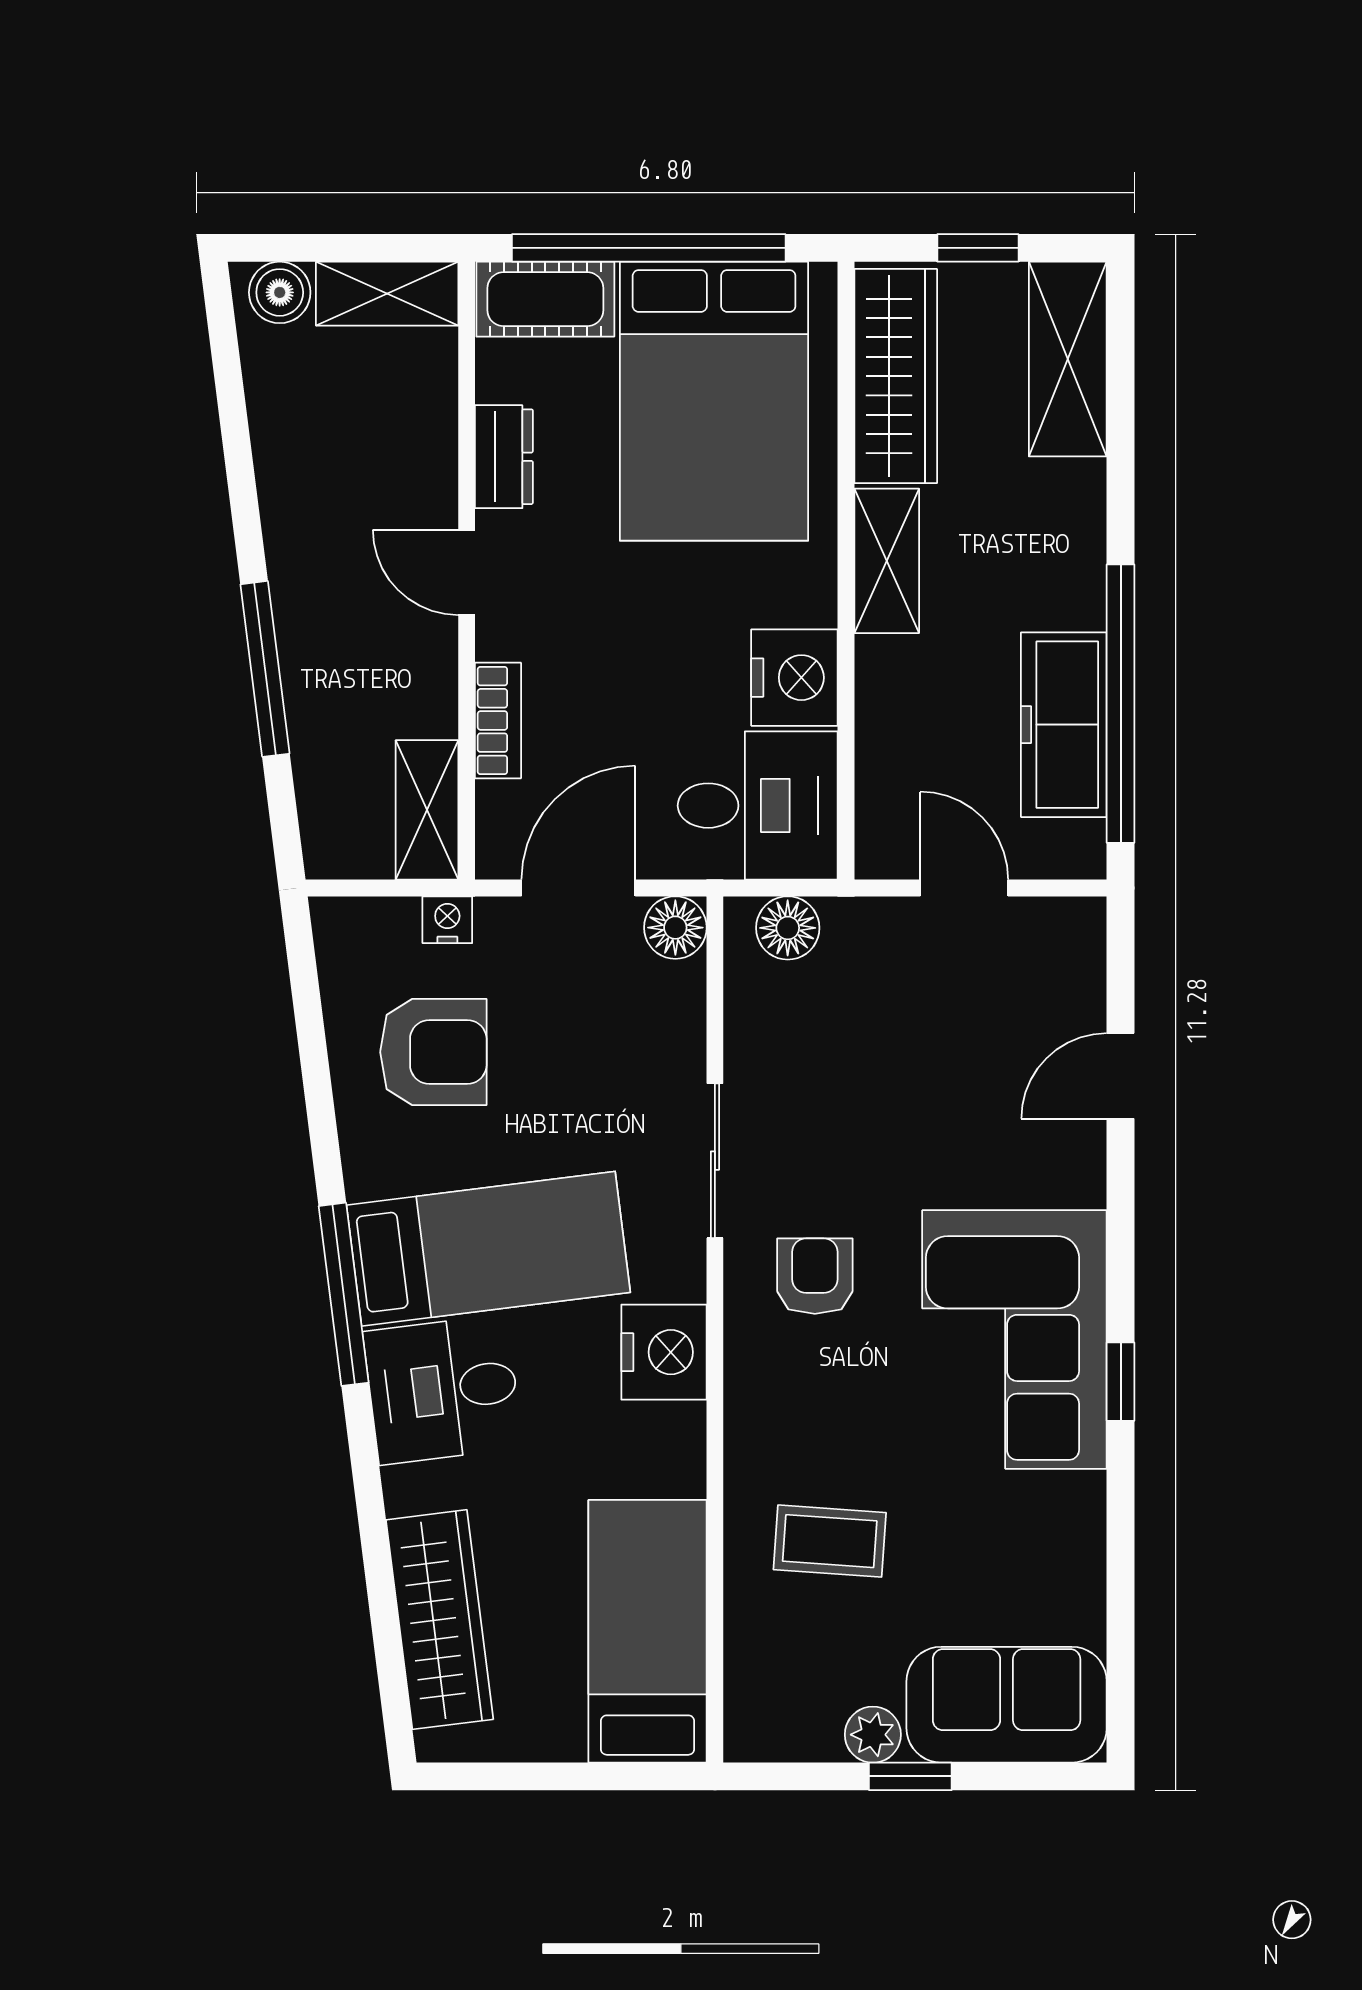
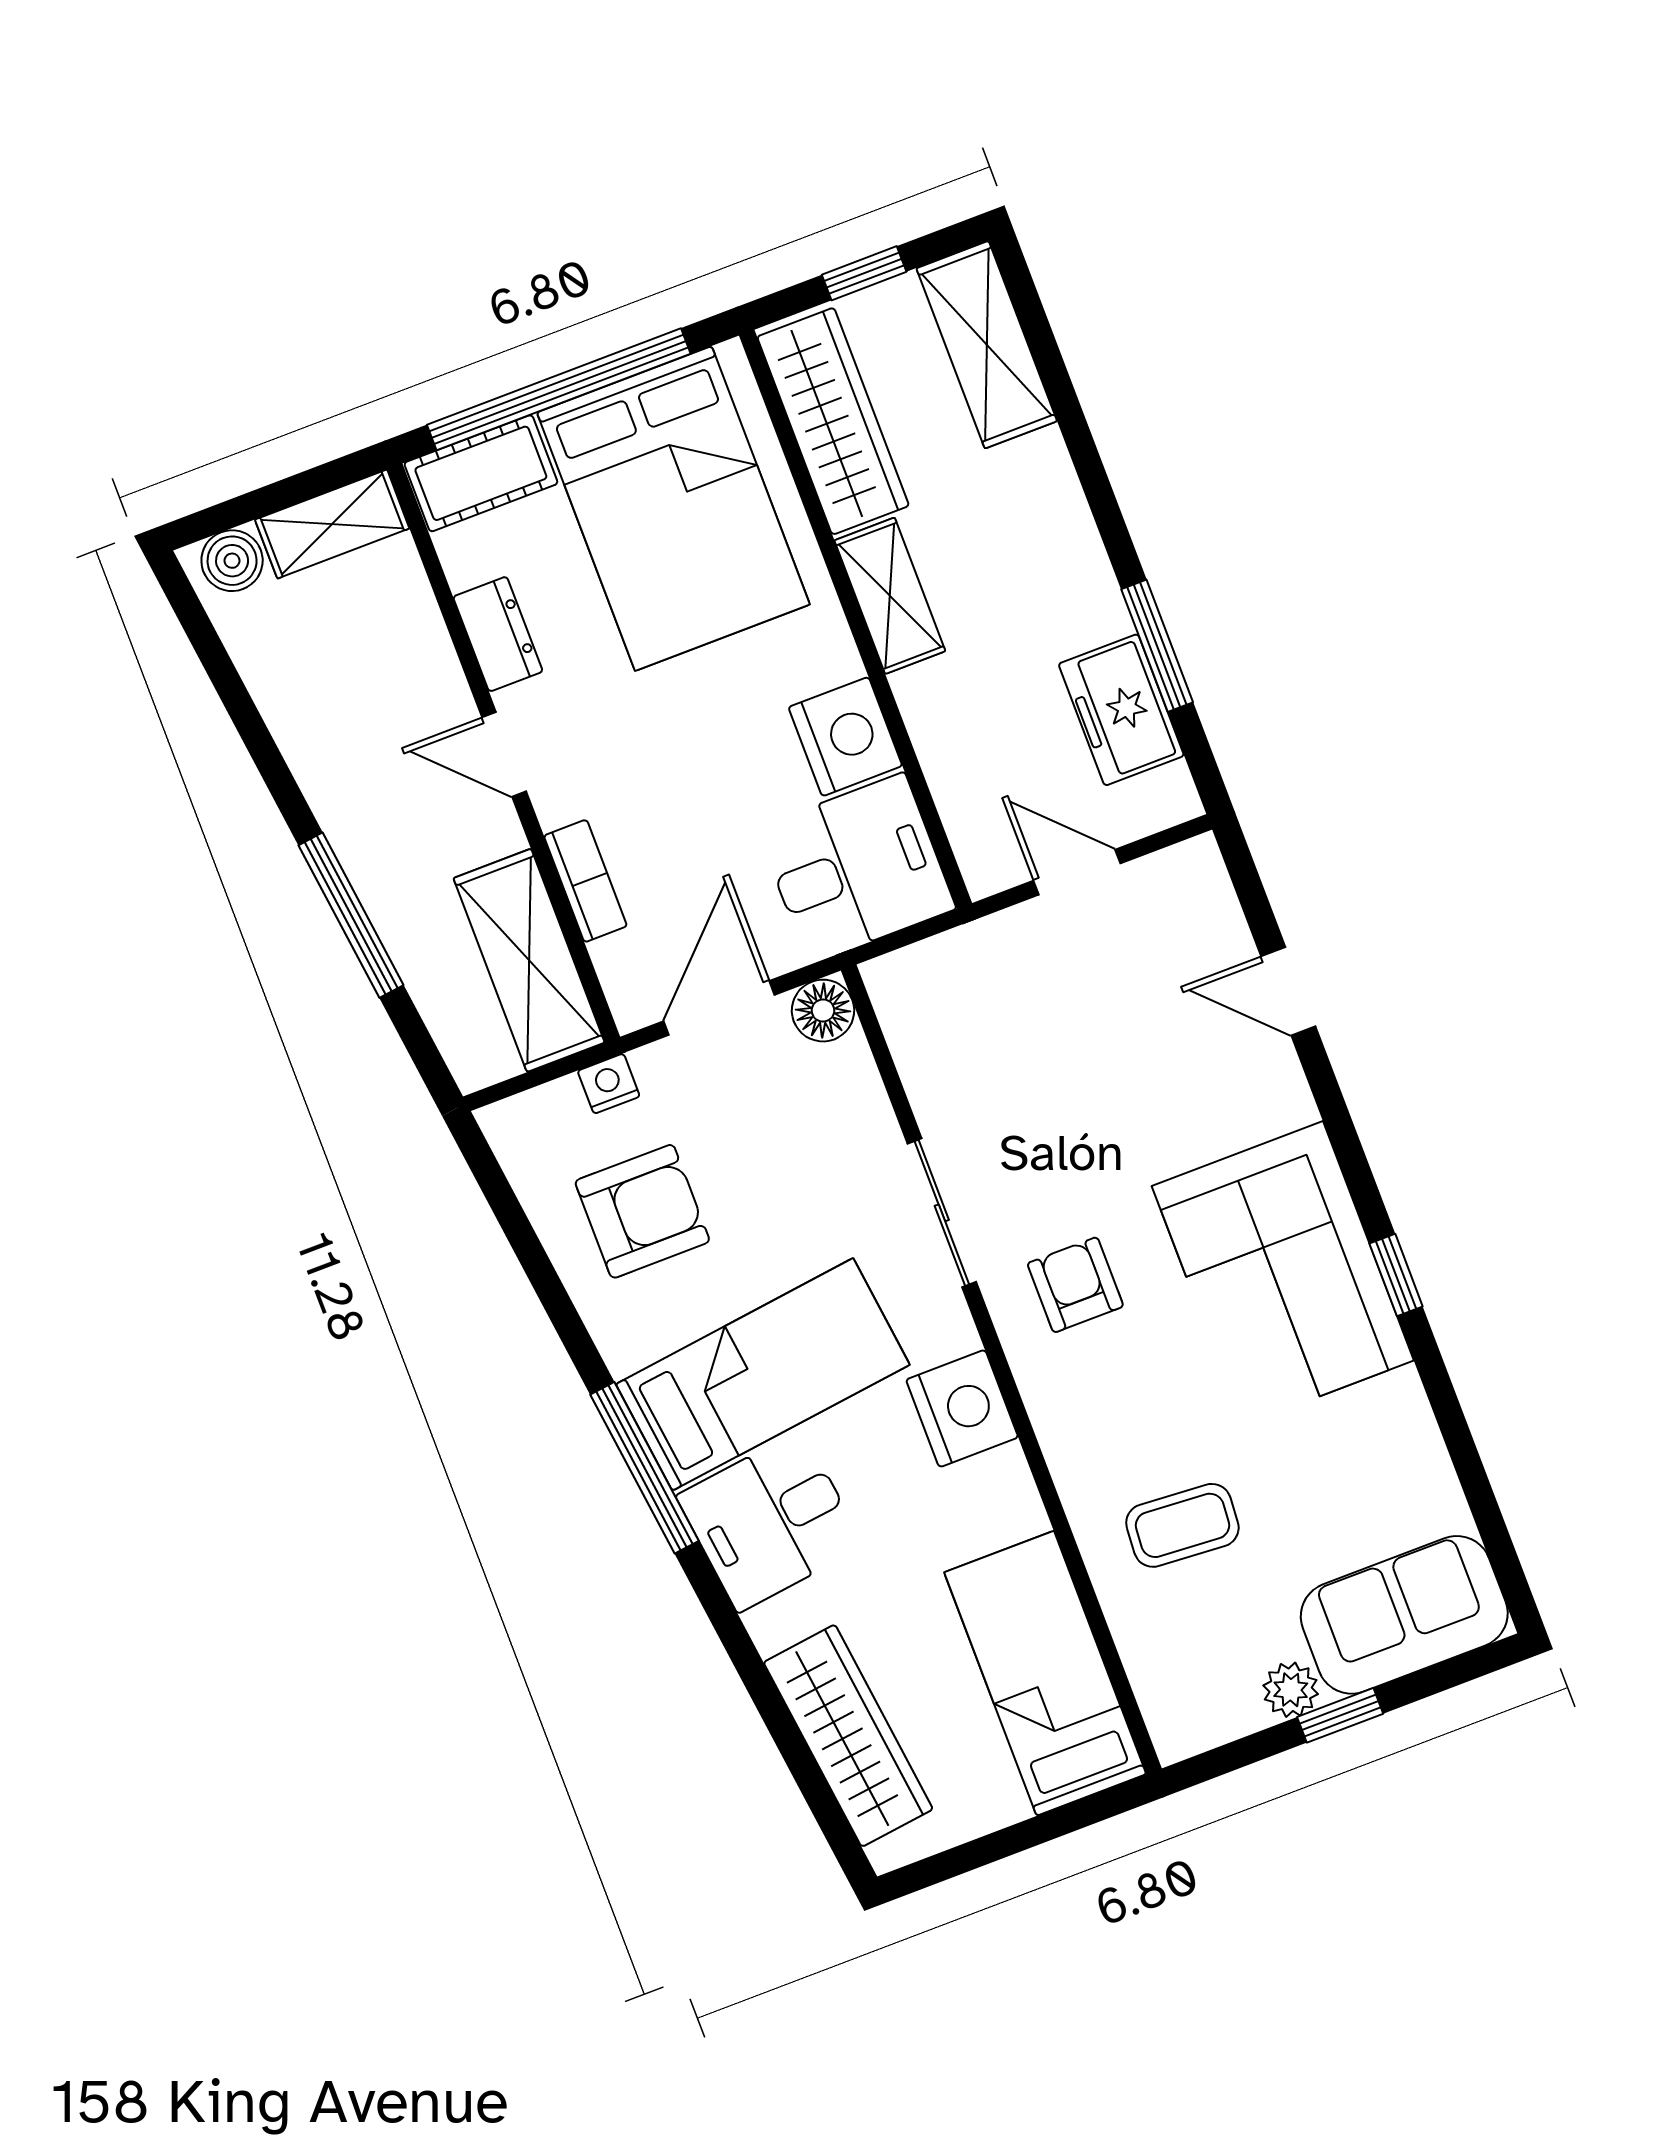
window: (1121, 704) -> (1157, 646), width x0.47
freezer: (1064, 725) -> (1121, 710), width x0.71
shelving: (427, 810) -> (529, 960), width x1.50, depth x1.33
floor lamp: (788, 928) -> (927, 971), removed
door: (1121, 1076) -> (1288, 991), hinge flipped

